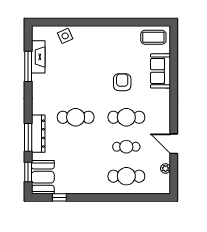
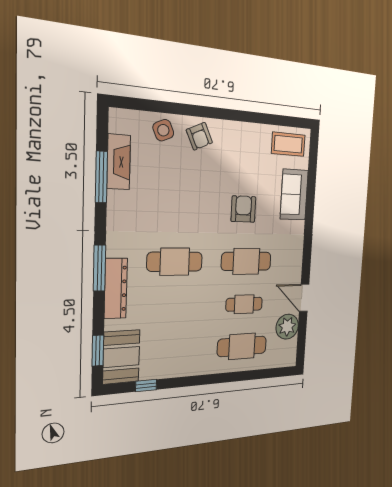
armchair: (89, 38) -> (199, 136), added
window: (28, 137) -> (100, 268), moved
plant: (166, 169) -> (287, 327), width x1.87, depth x1.87

